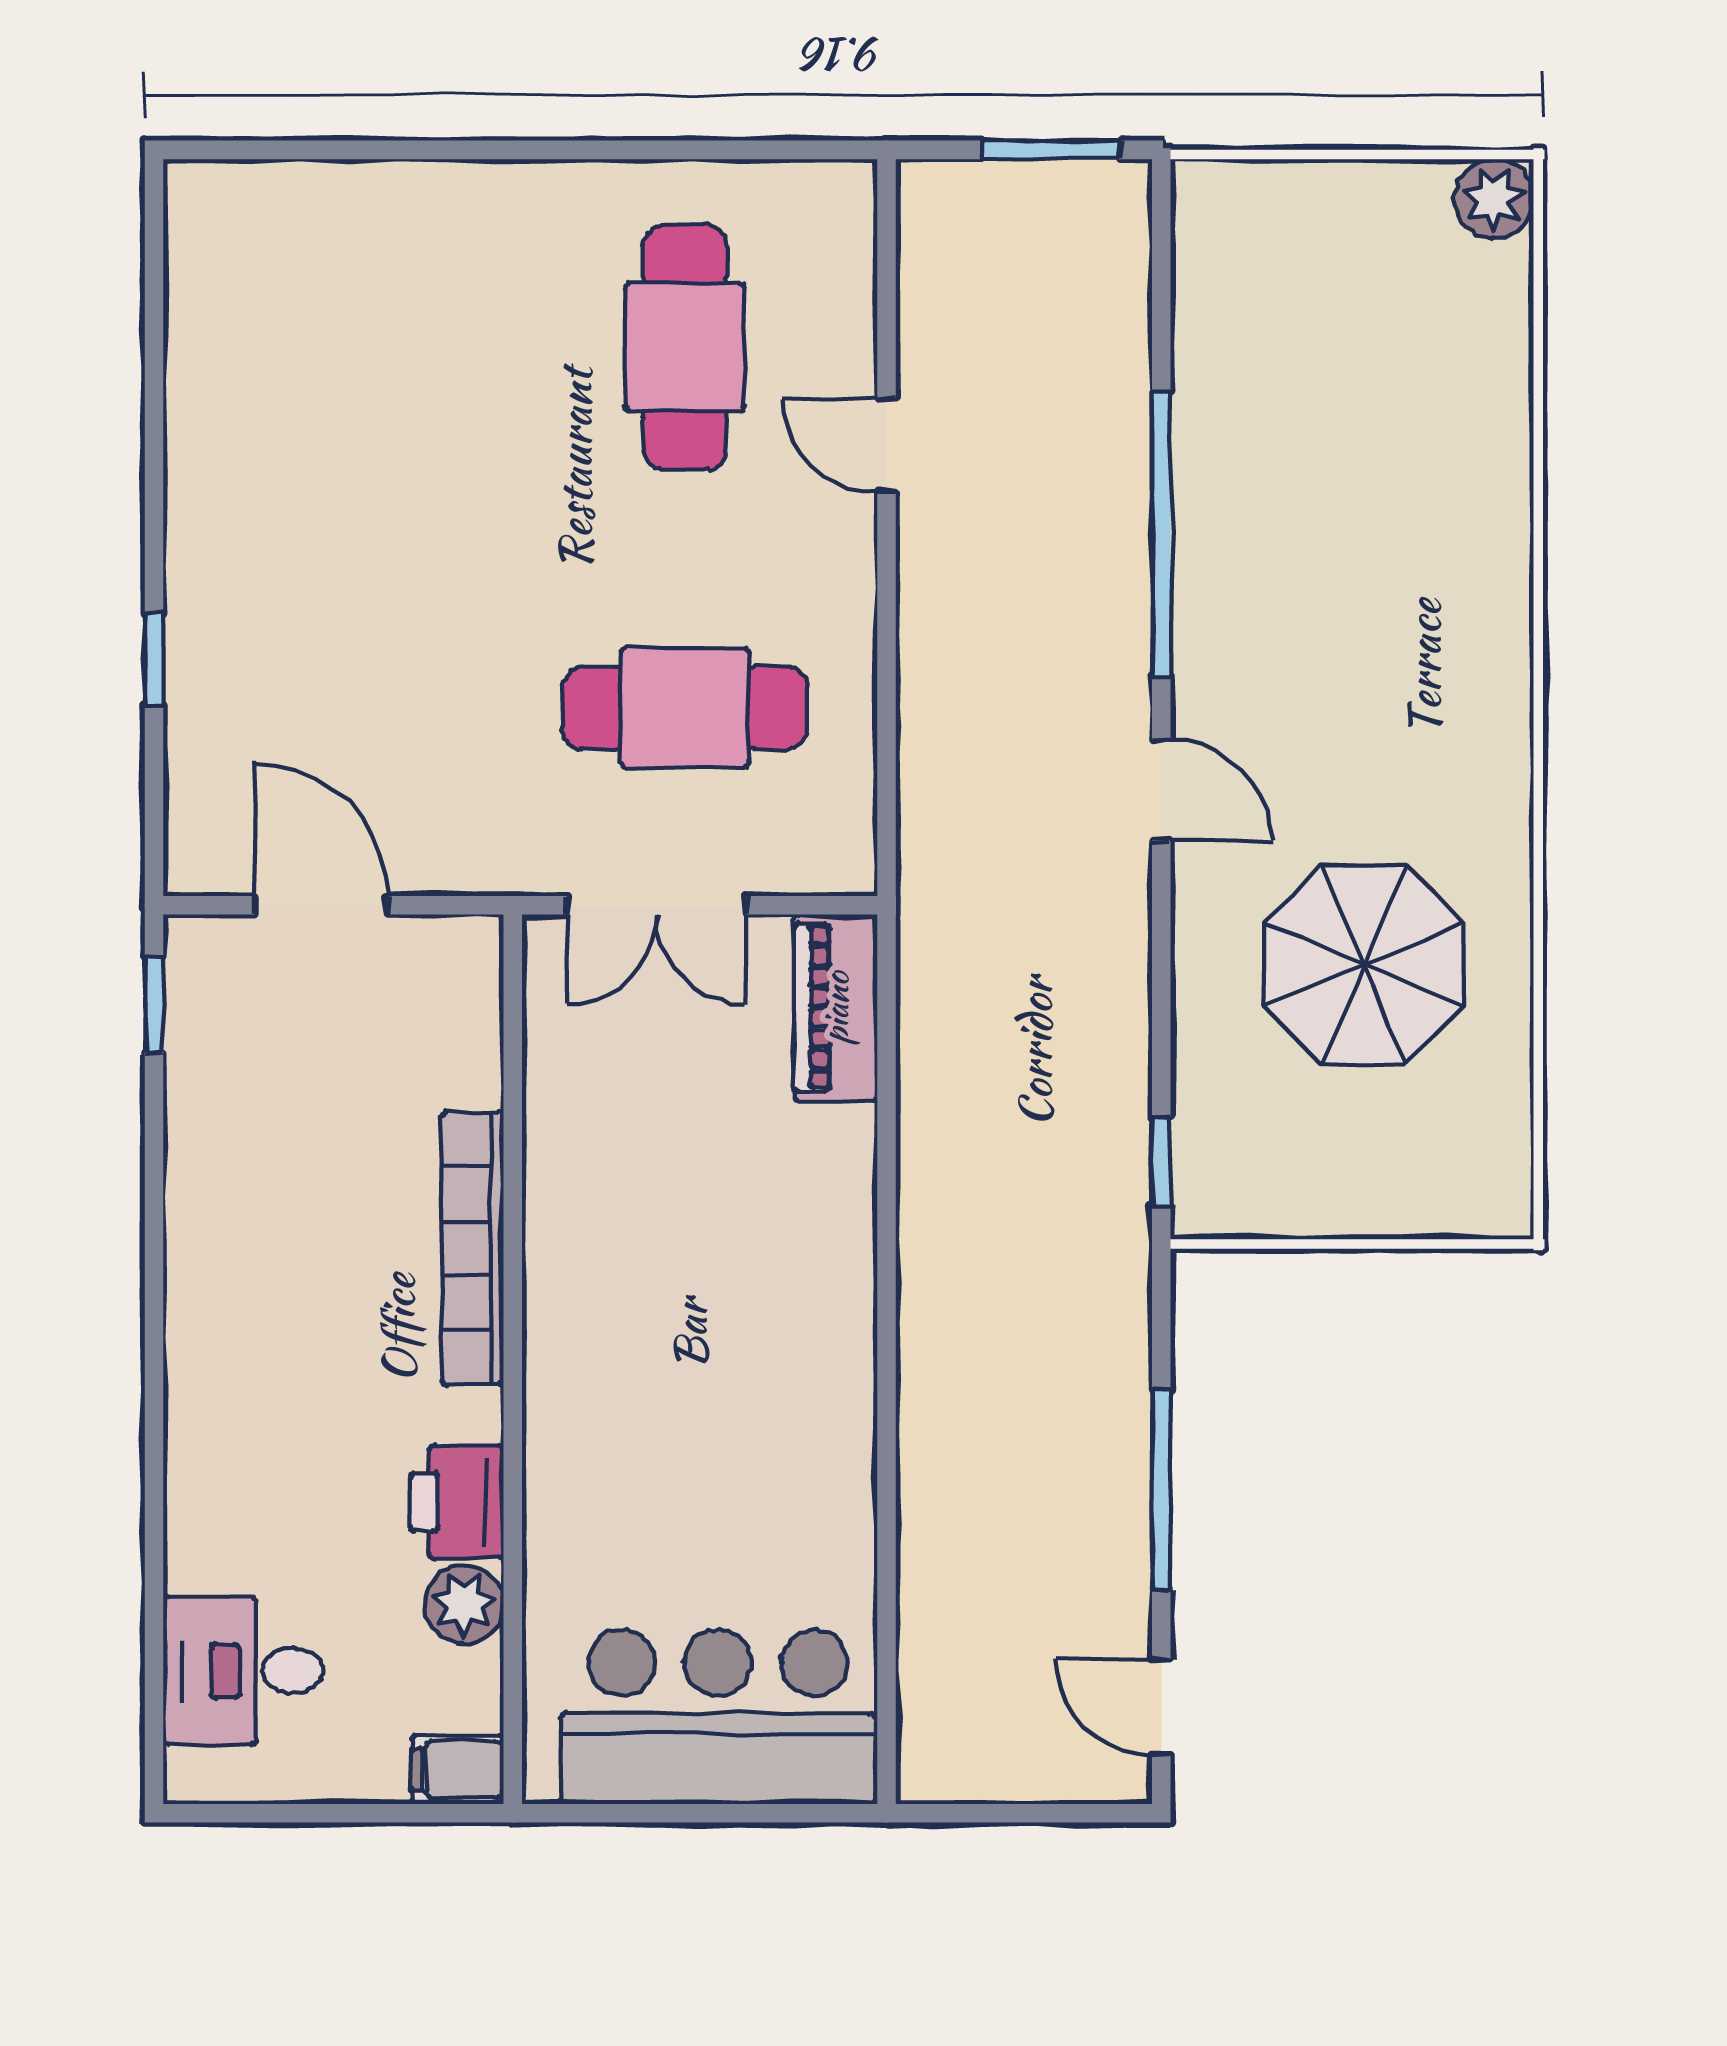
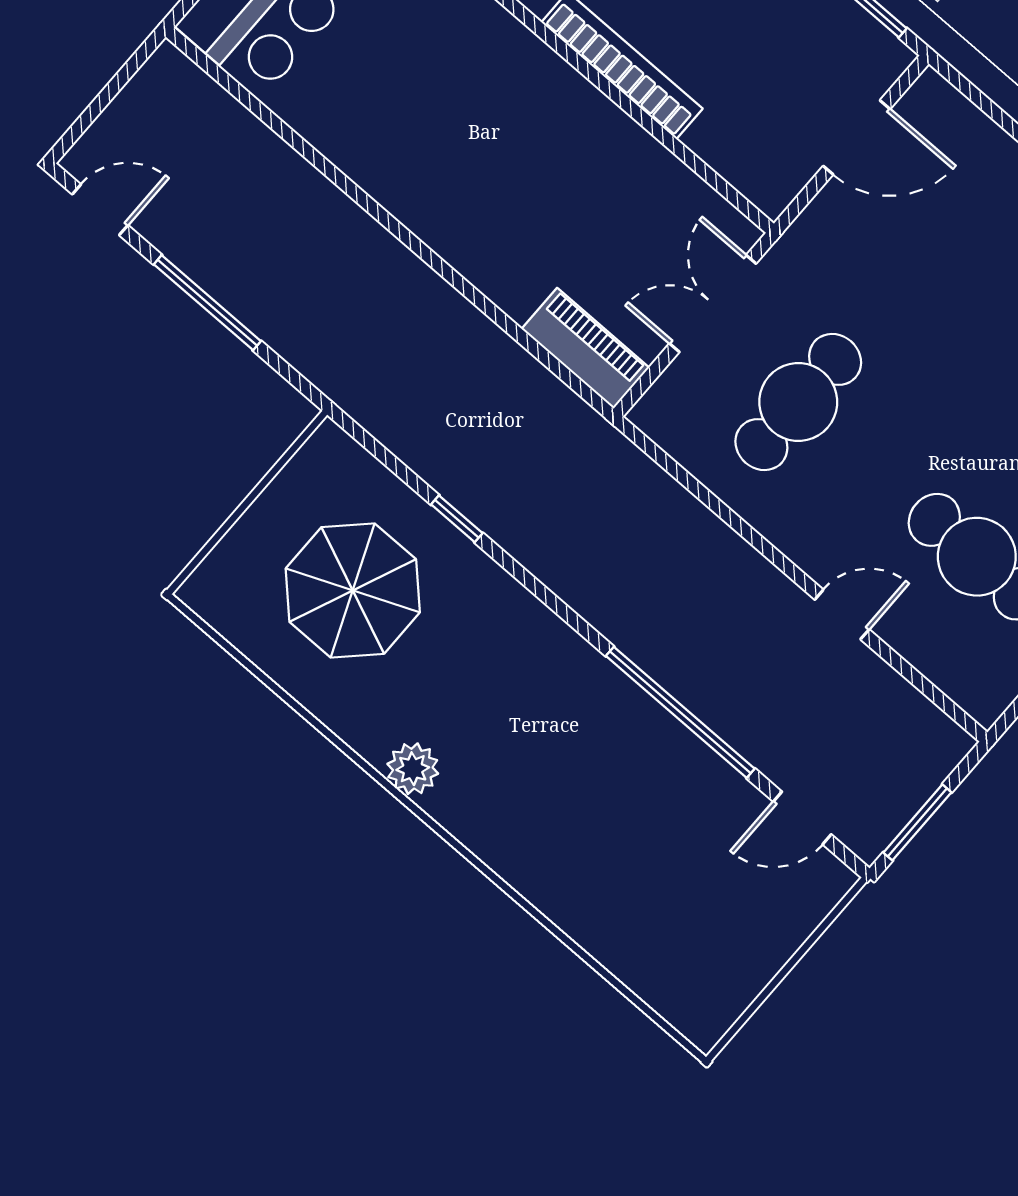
plant: (1494, 199) -> (413, 769), moved
door: (1161, 790) -> (802, 818), moved
parasol: (1364, 965) -> (353, 590), moved
window: (1161, 1162) -> (457, 519), moved

